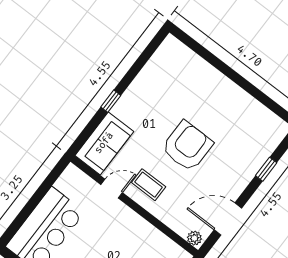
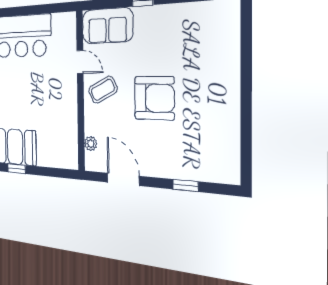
coffee table: (149, 185) -> (103, 90), turned 63
plant: (194, 238) -> (91, 144), moved

